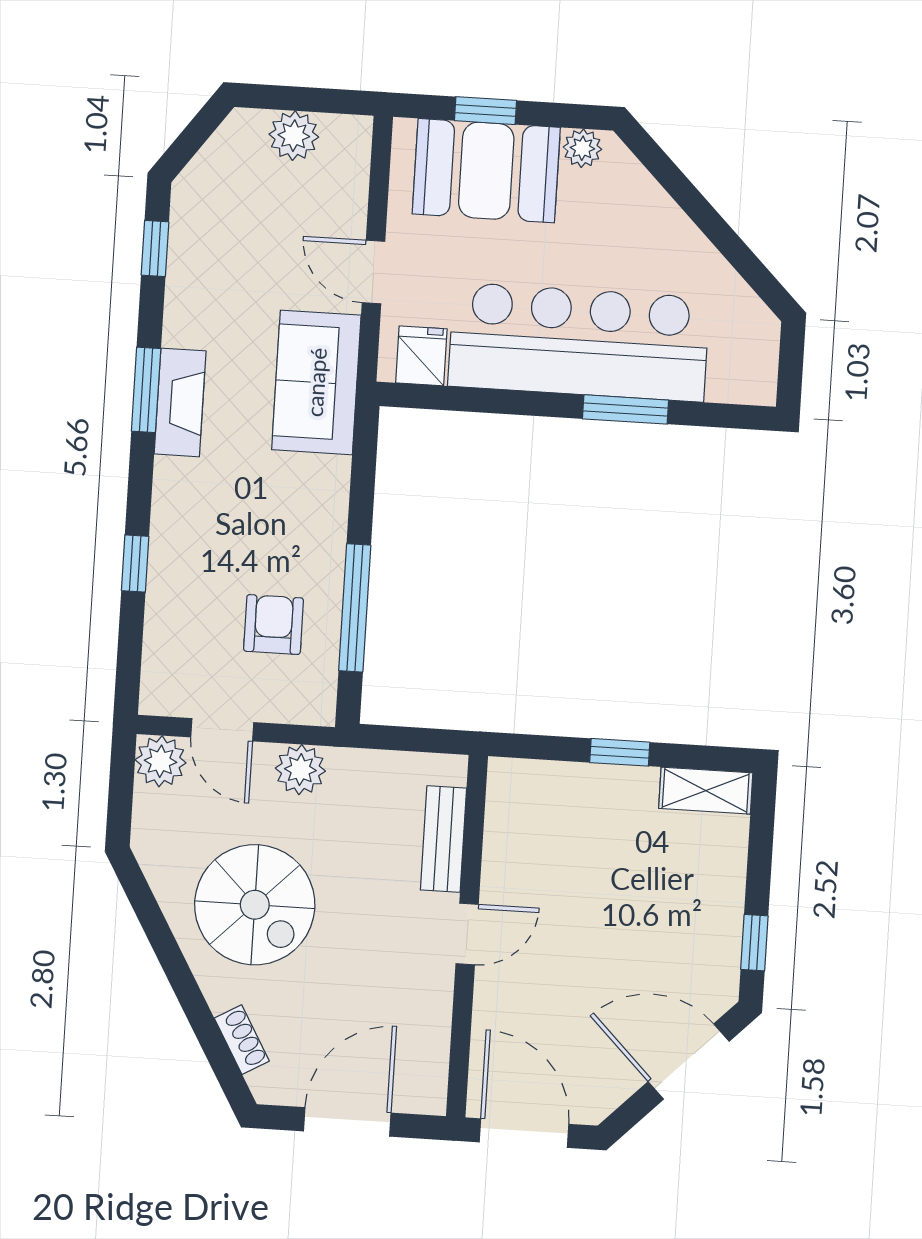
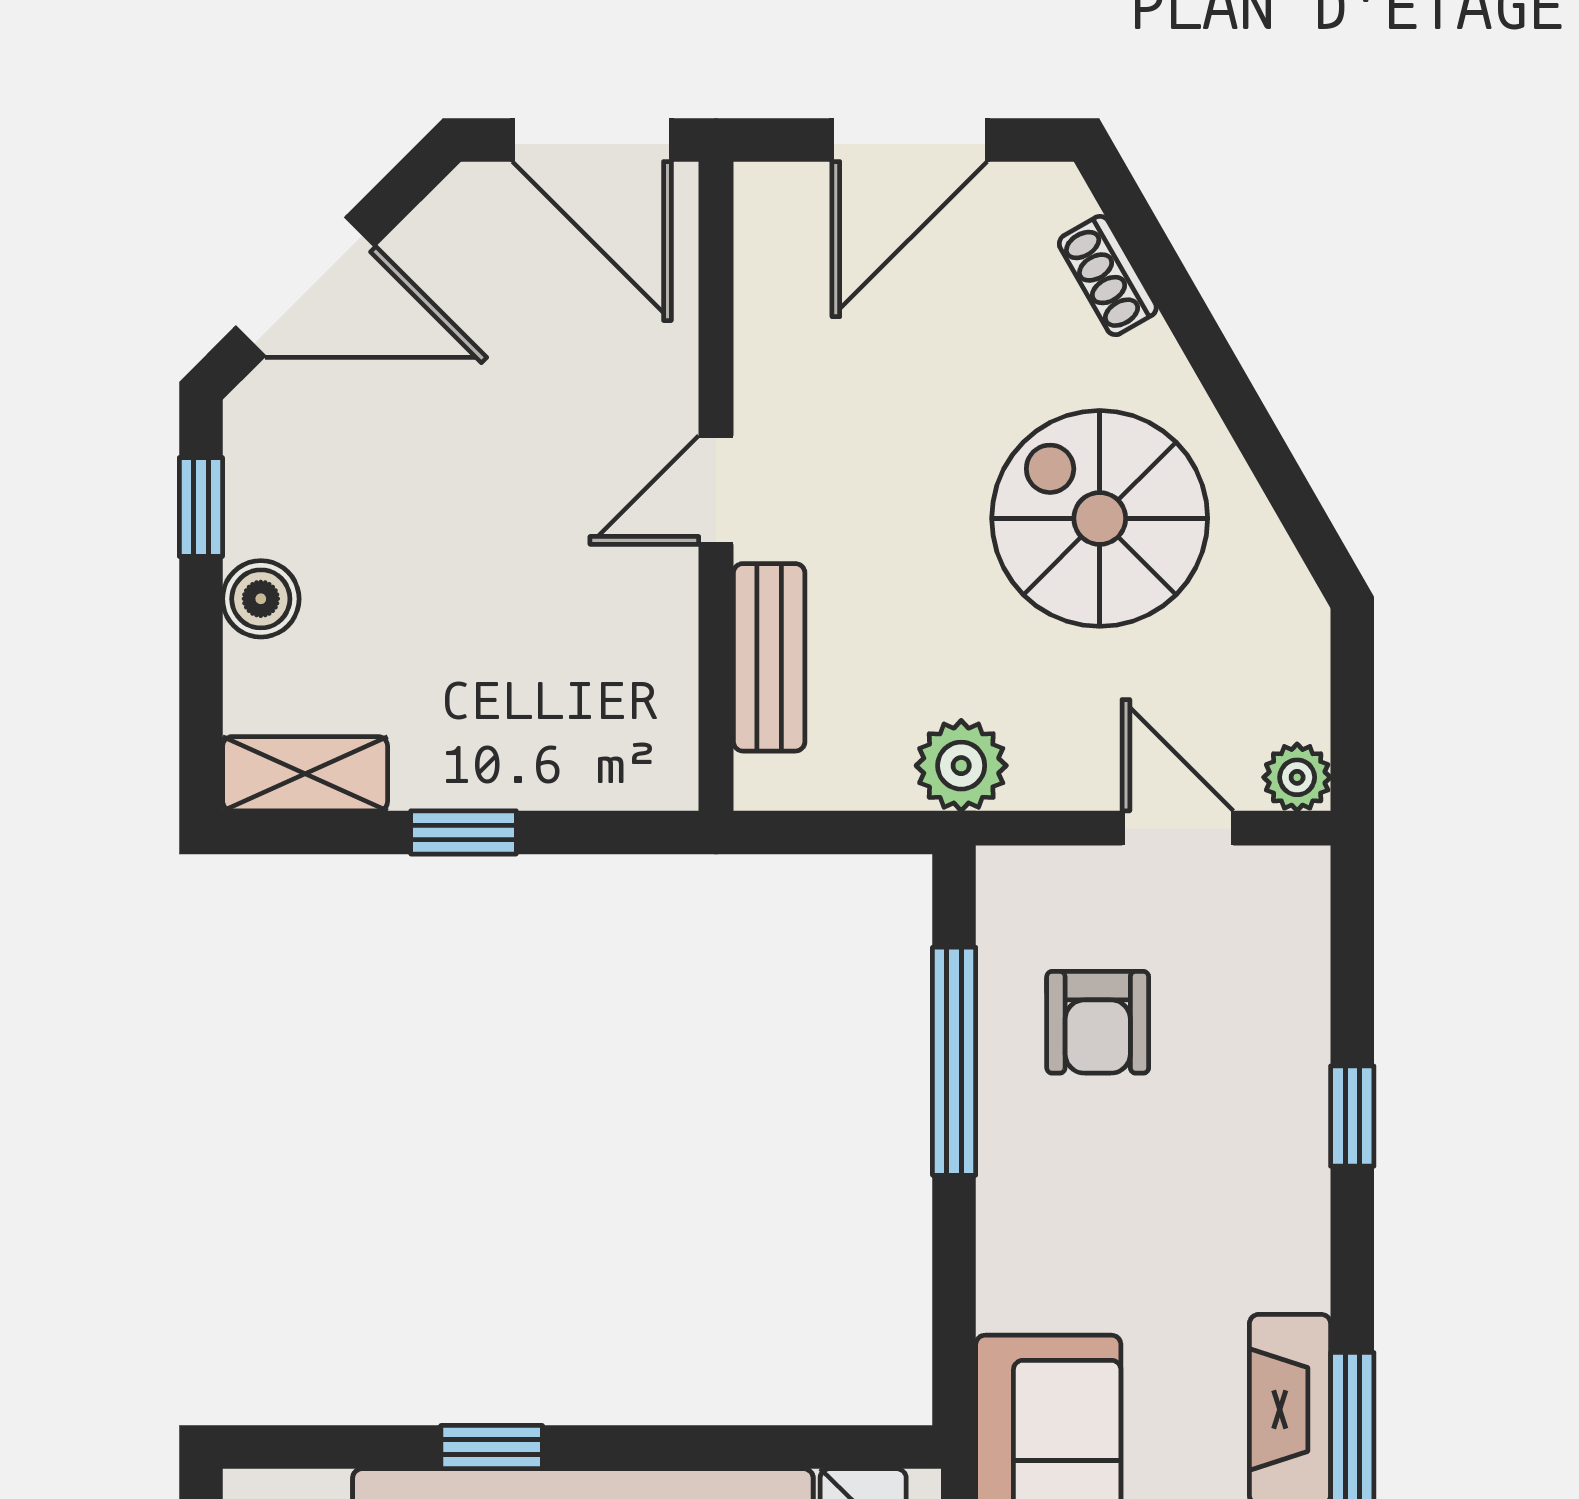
window: (625, 409) -> (492, 1447), width x0.67
plant: (161, 761) -> (1297, 777), width x0.73, depth x0.73
plant: (300, 770) -> (961, 766), moved
boiler: (724, 889) -> (261, 599), added

